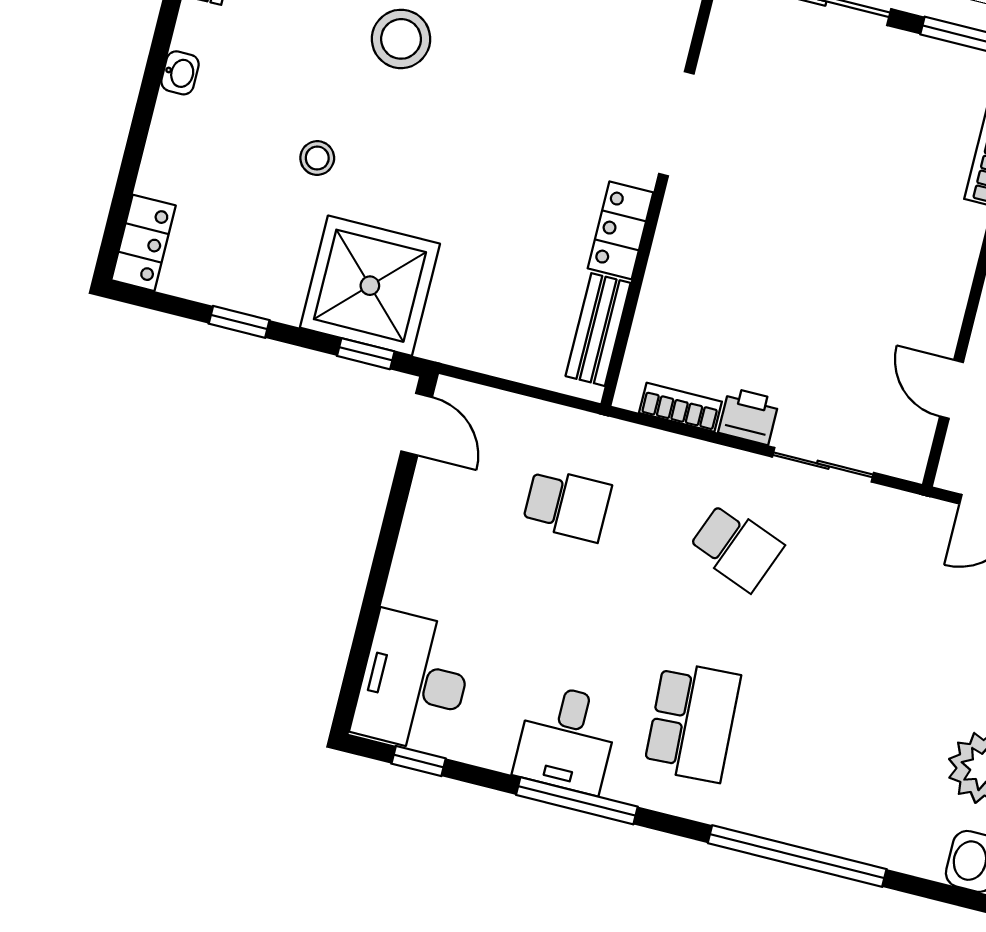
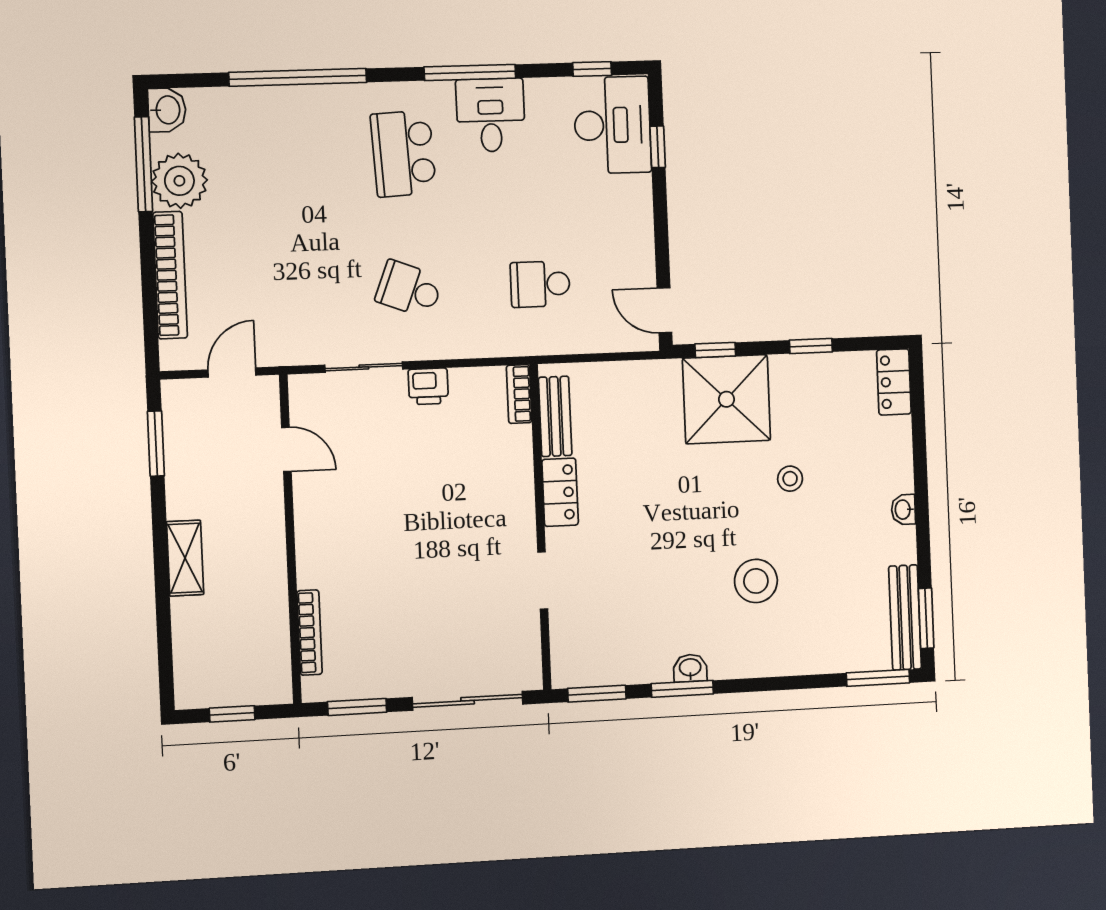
doorway: (676, 124) -> (543, 581), width x0.73
bookcase: (680, 407) -> (519, 394), moved, turned 90
window: (363, 637) -> (658, 147), added

